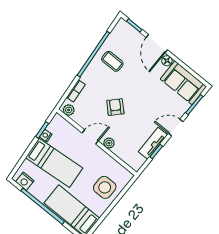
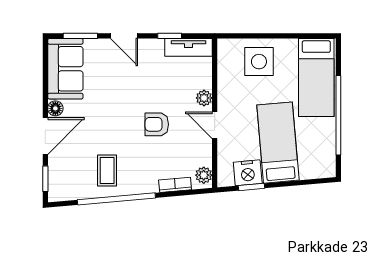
armchair: (115, 107) -> (157, 124), turned 46
nightstand: (46, 136) -> (248, 173), width x1.89, depth x1.79
tv unit: (153, 143) -> (188, 47), moved
nightstand: (25, 181) -> (326, 159), removed

